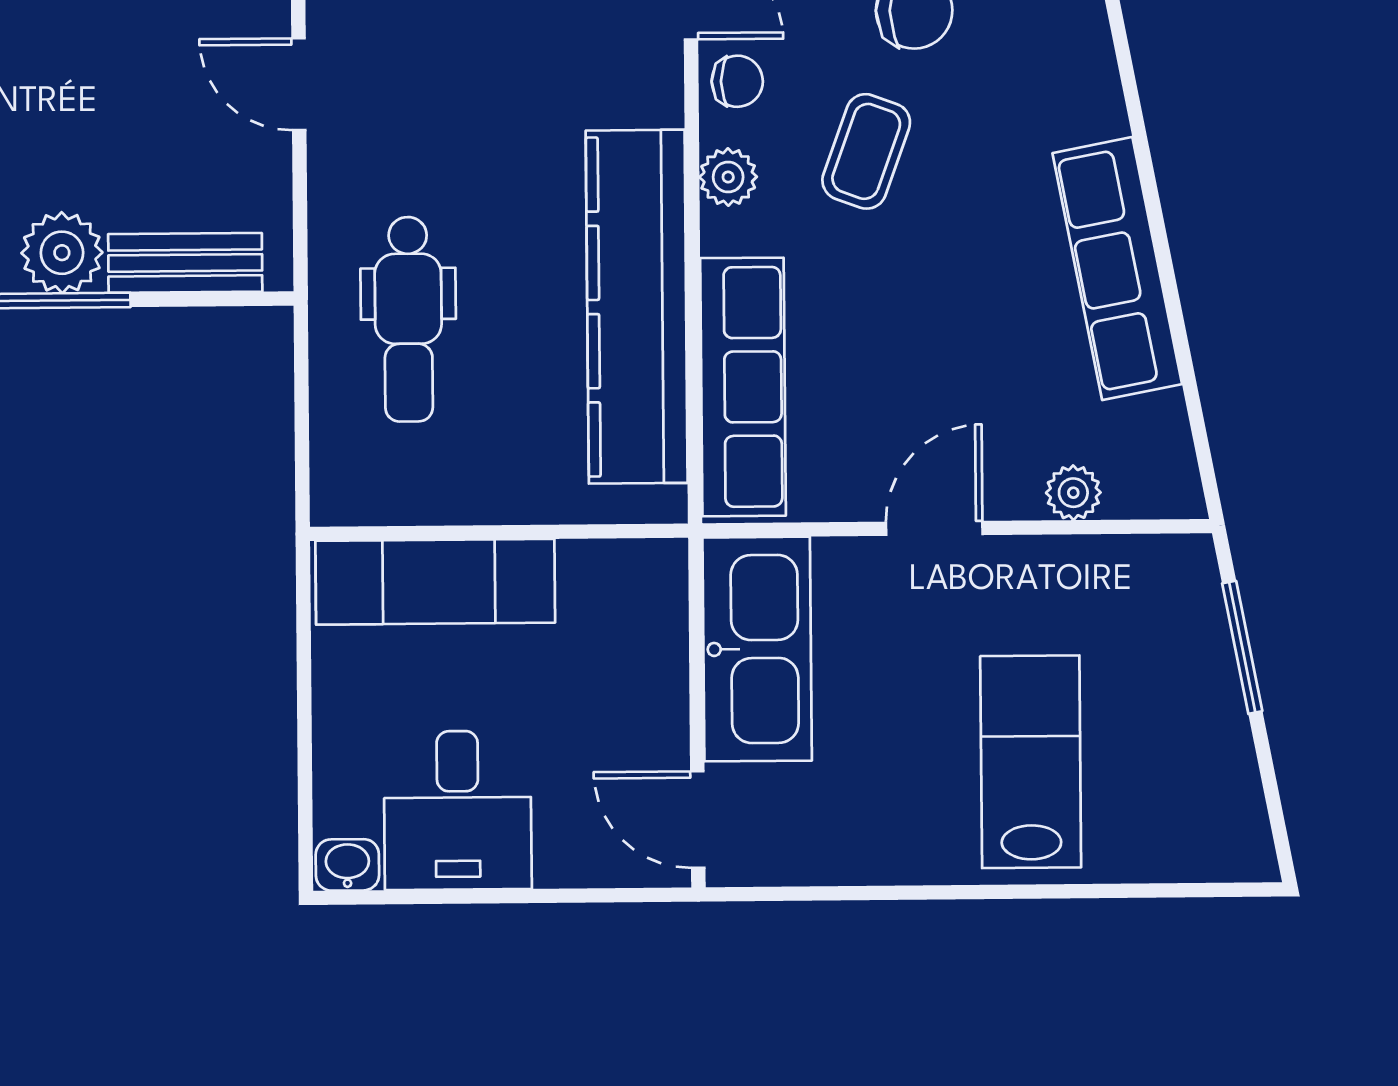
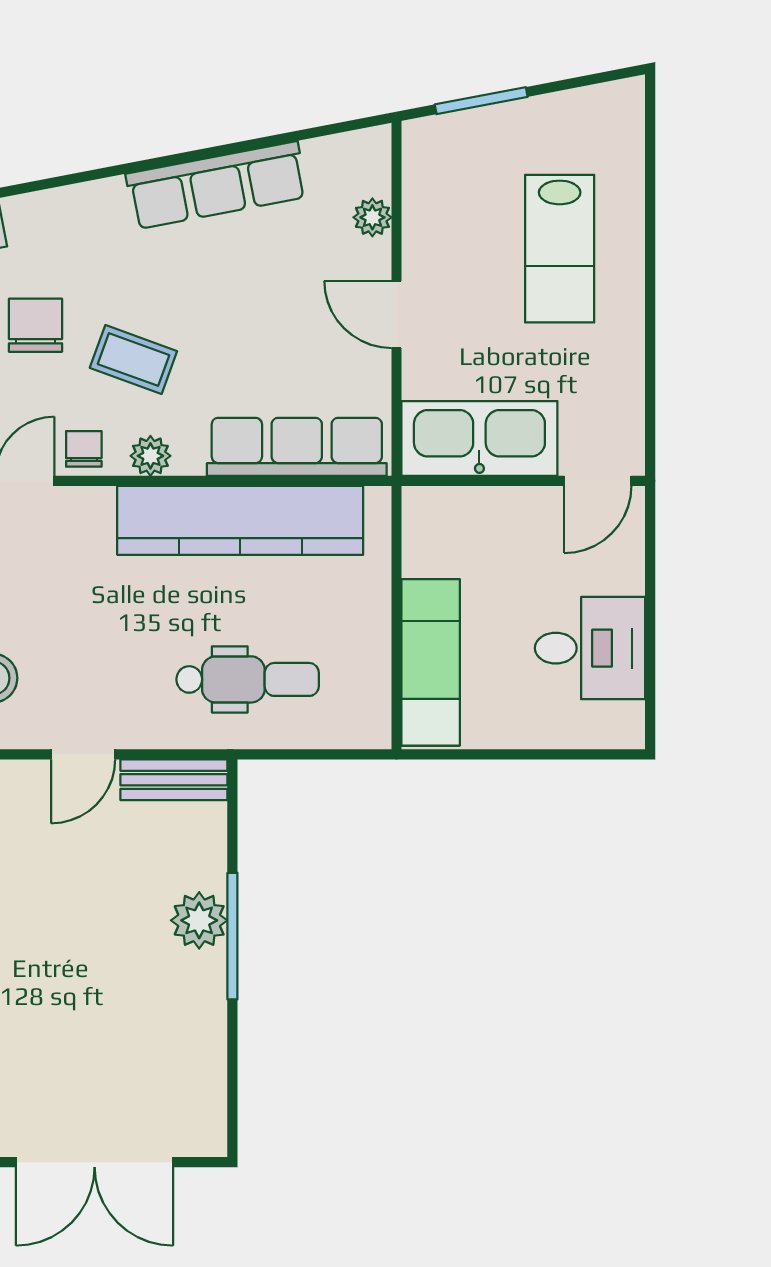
bench: (185, 263) -> (174, 780), moved, turned 90
lab bench: (1031, 762) -> (560, 249), turned -90
washbasin: (347, 865) -> (627, 725), removed

